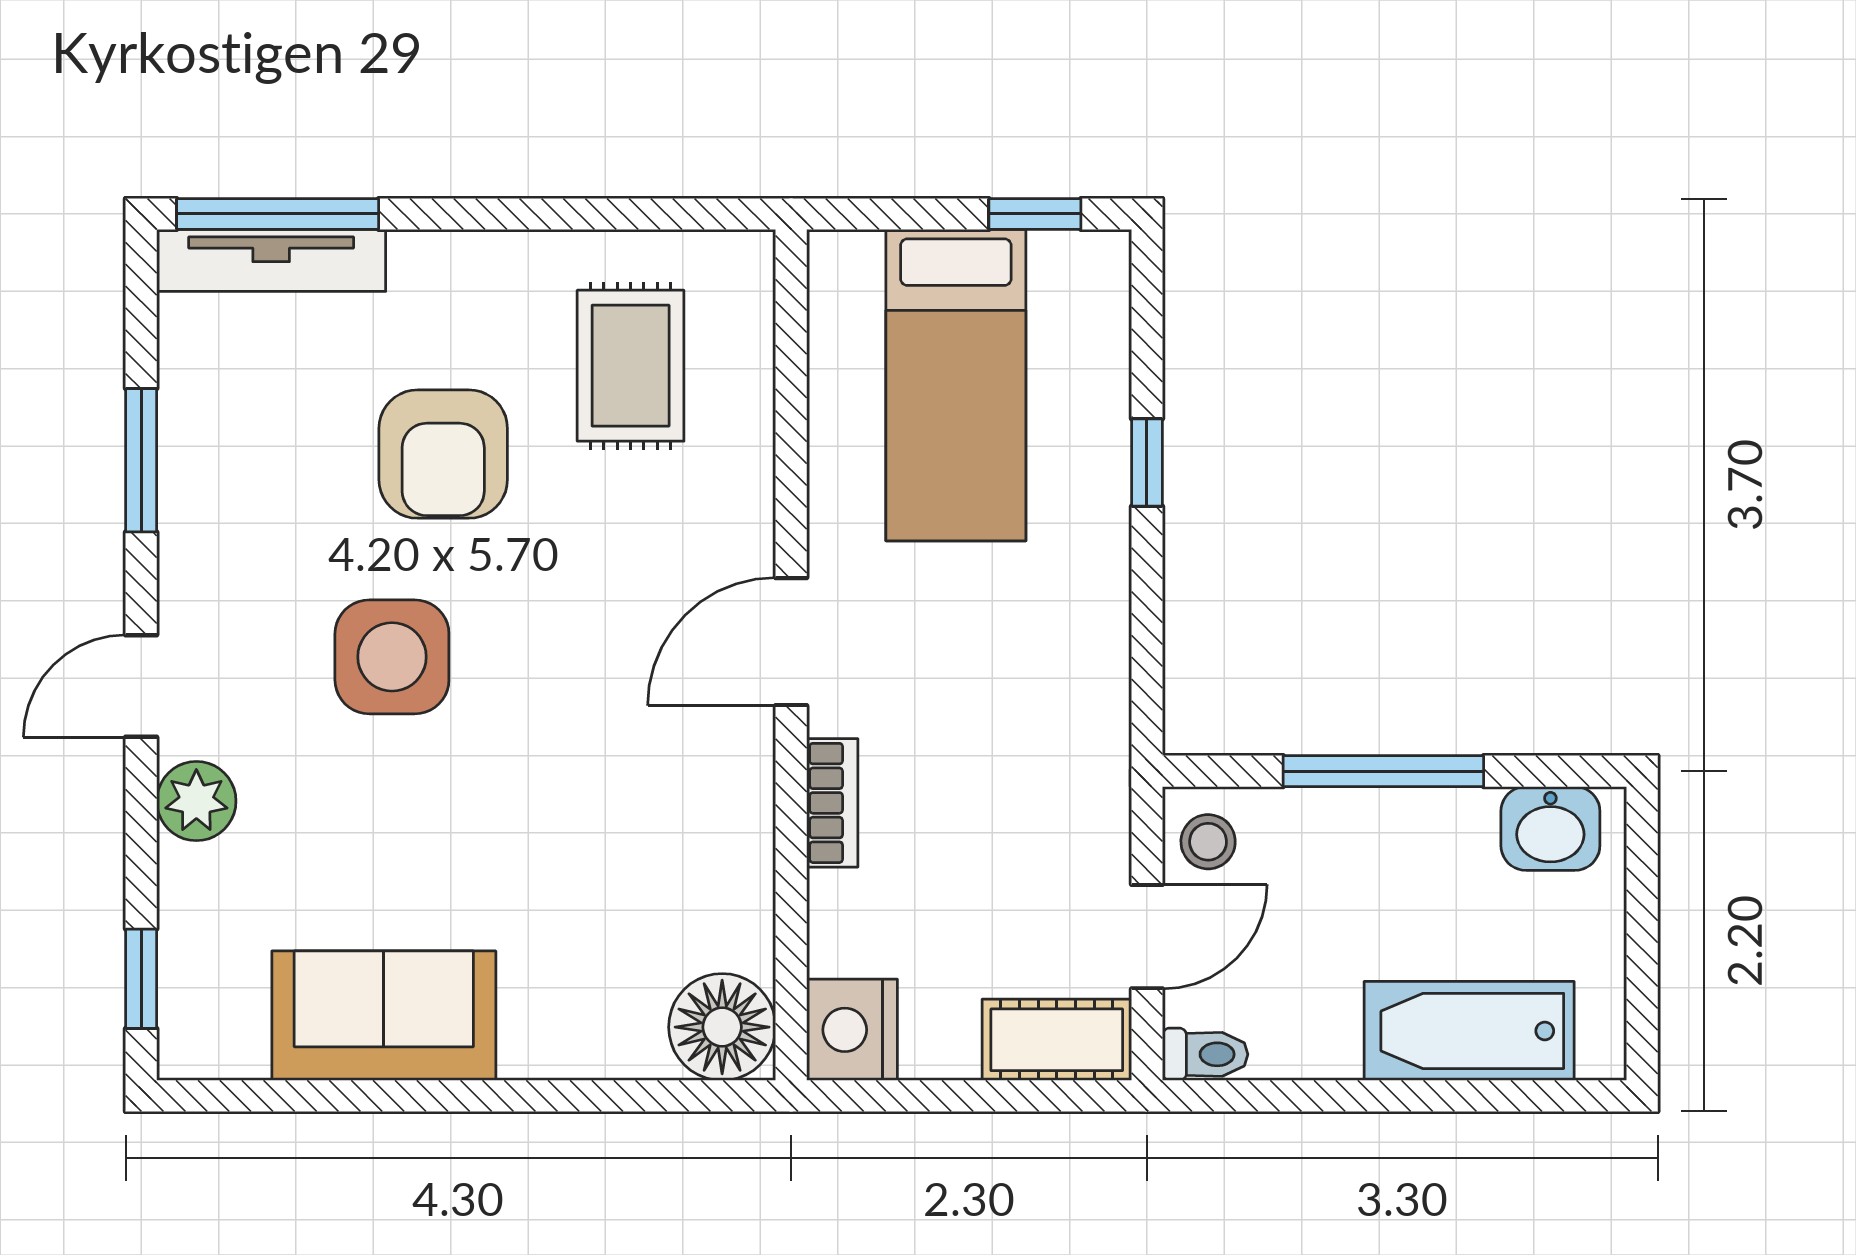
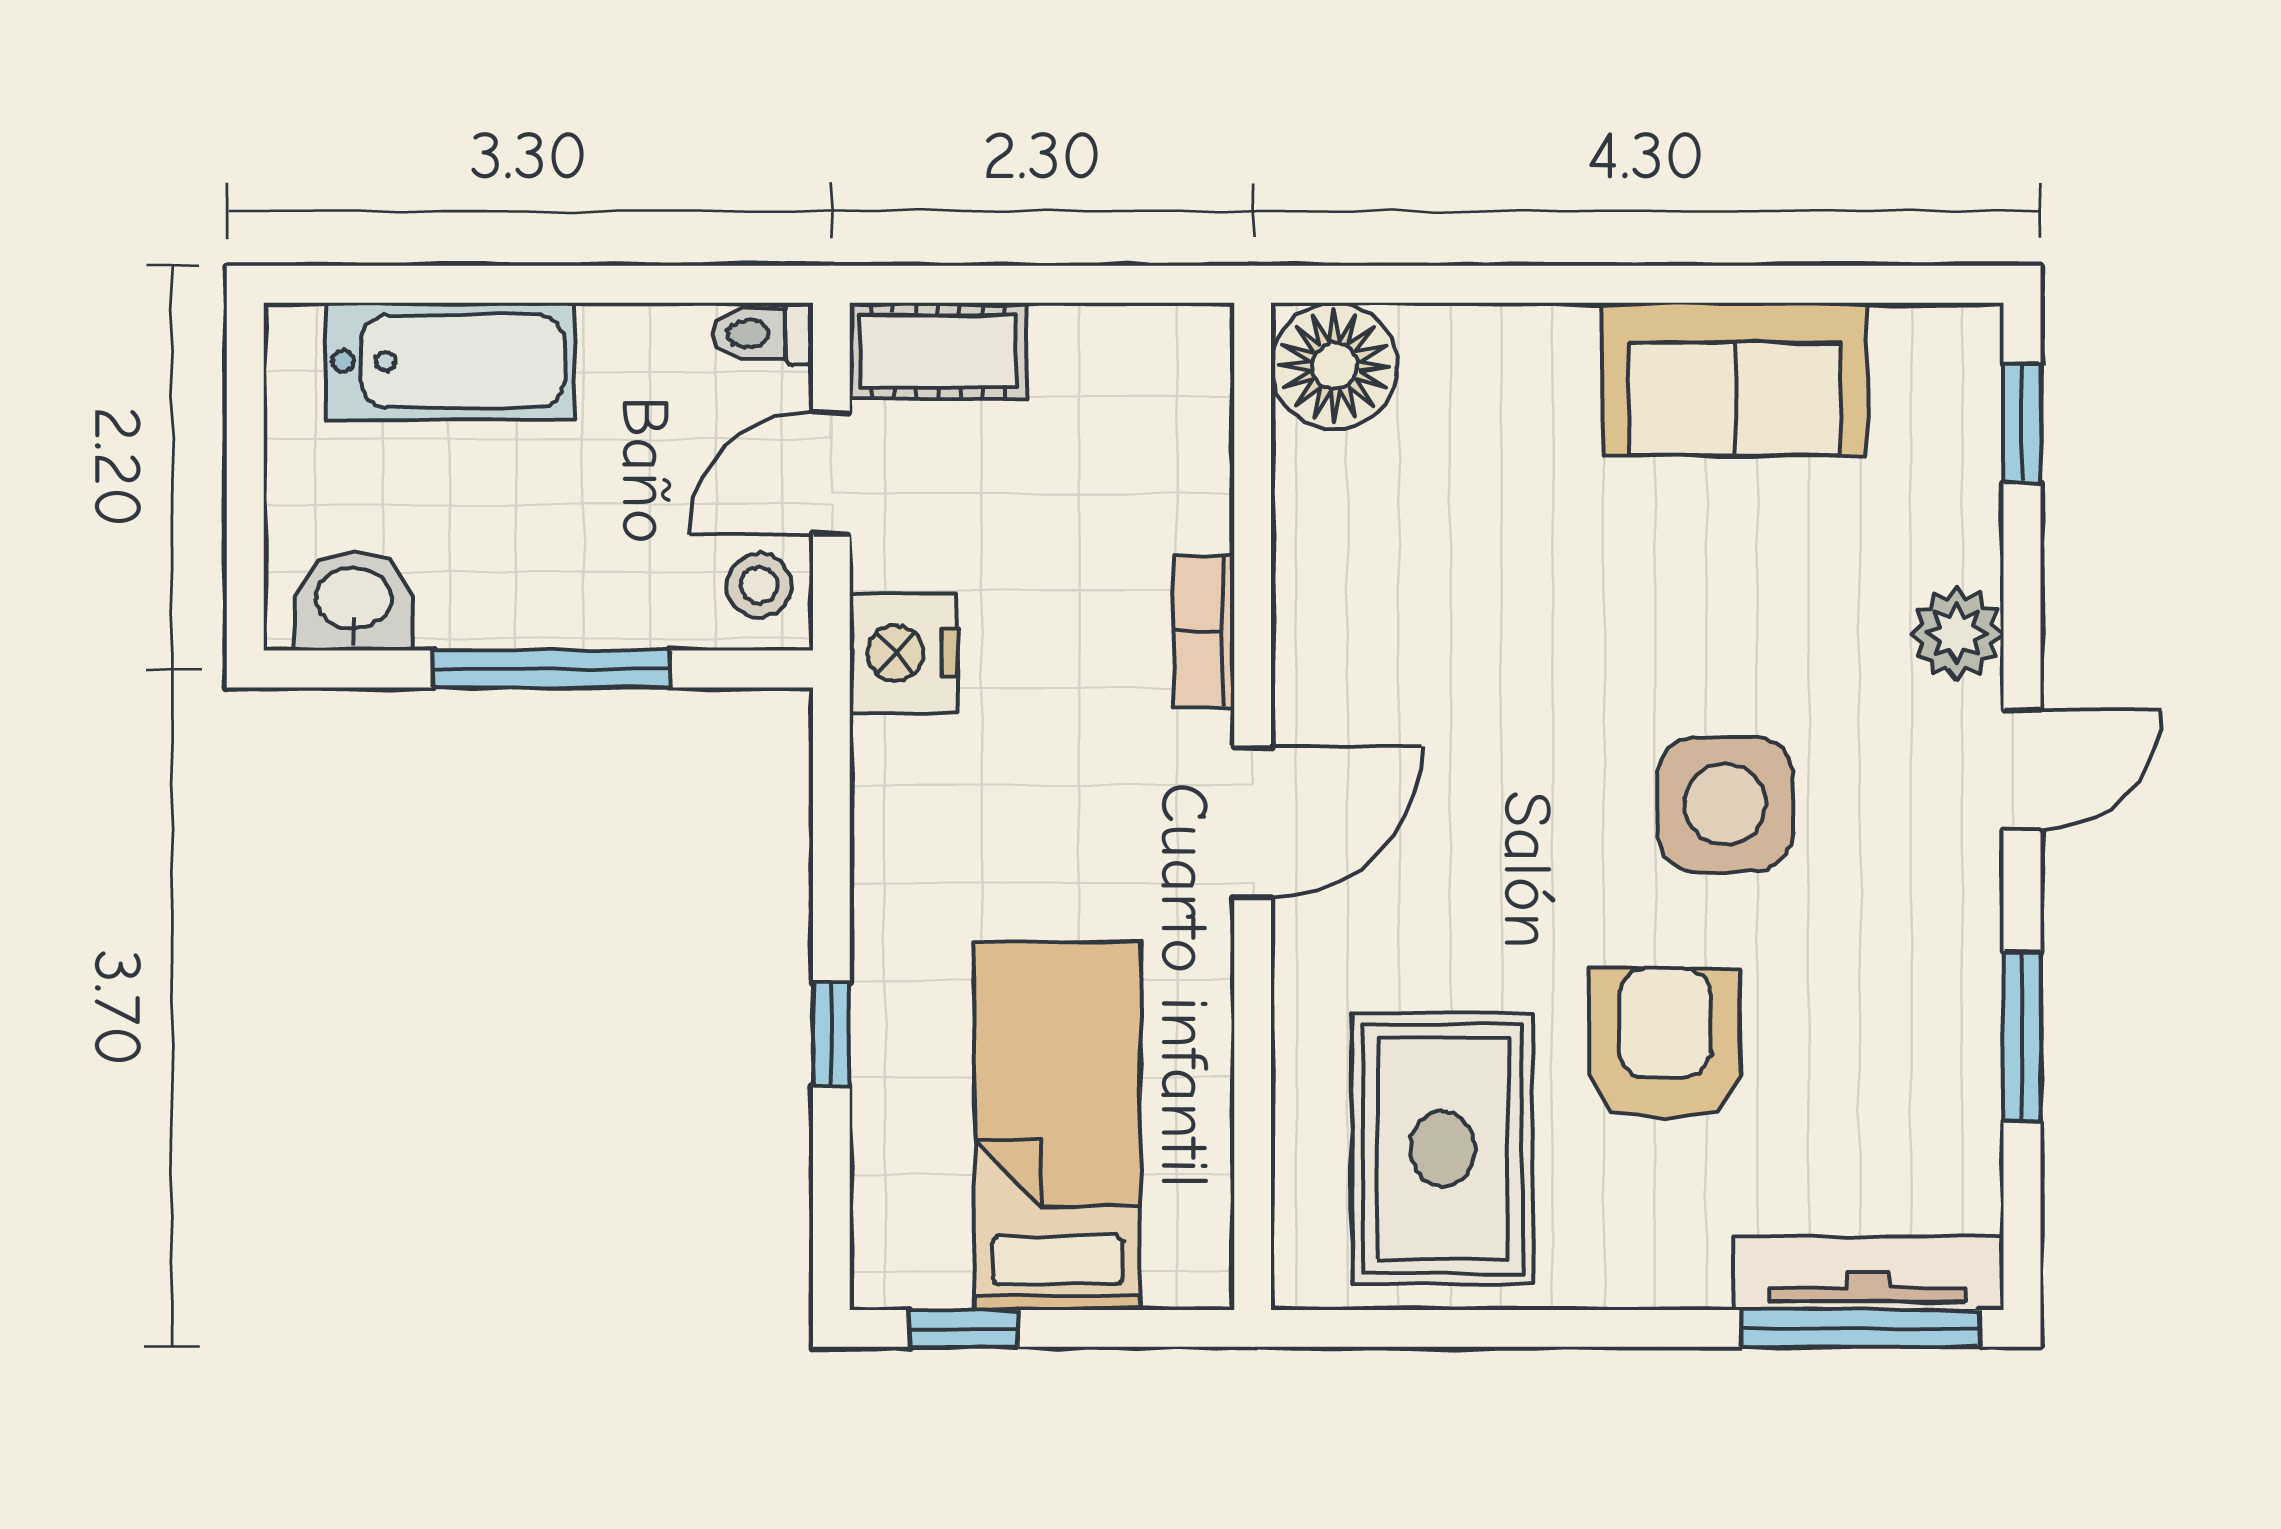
rug: (631, 366) -> (1443, 1149), width x1.36, depth x1.43
nightstand: (852, 1030) -> (903, 653), moved, turned 180

